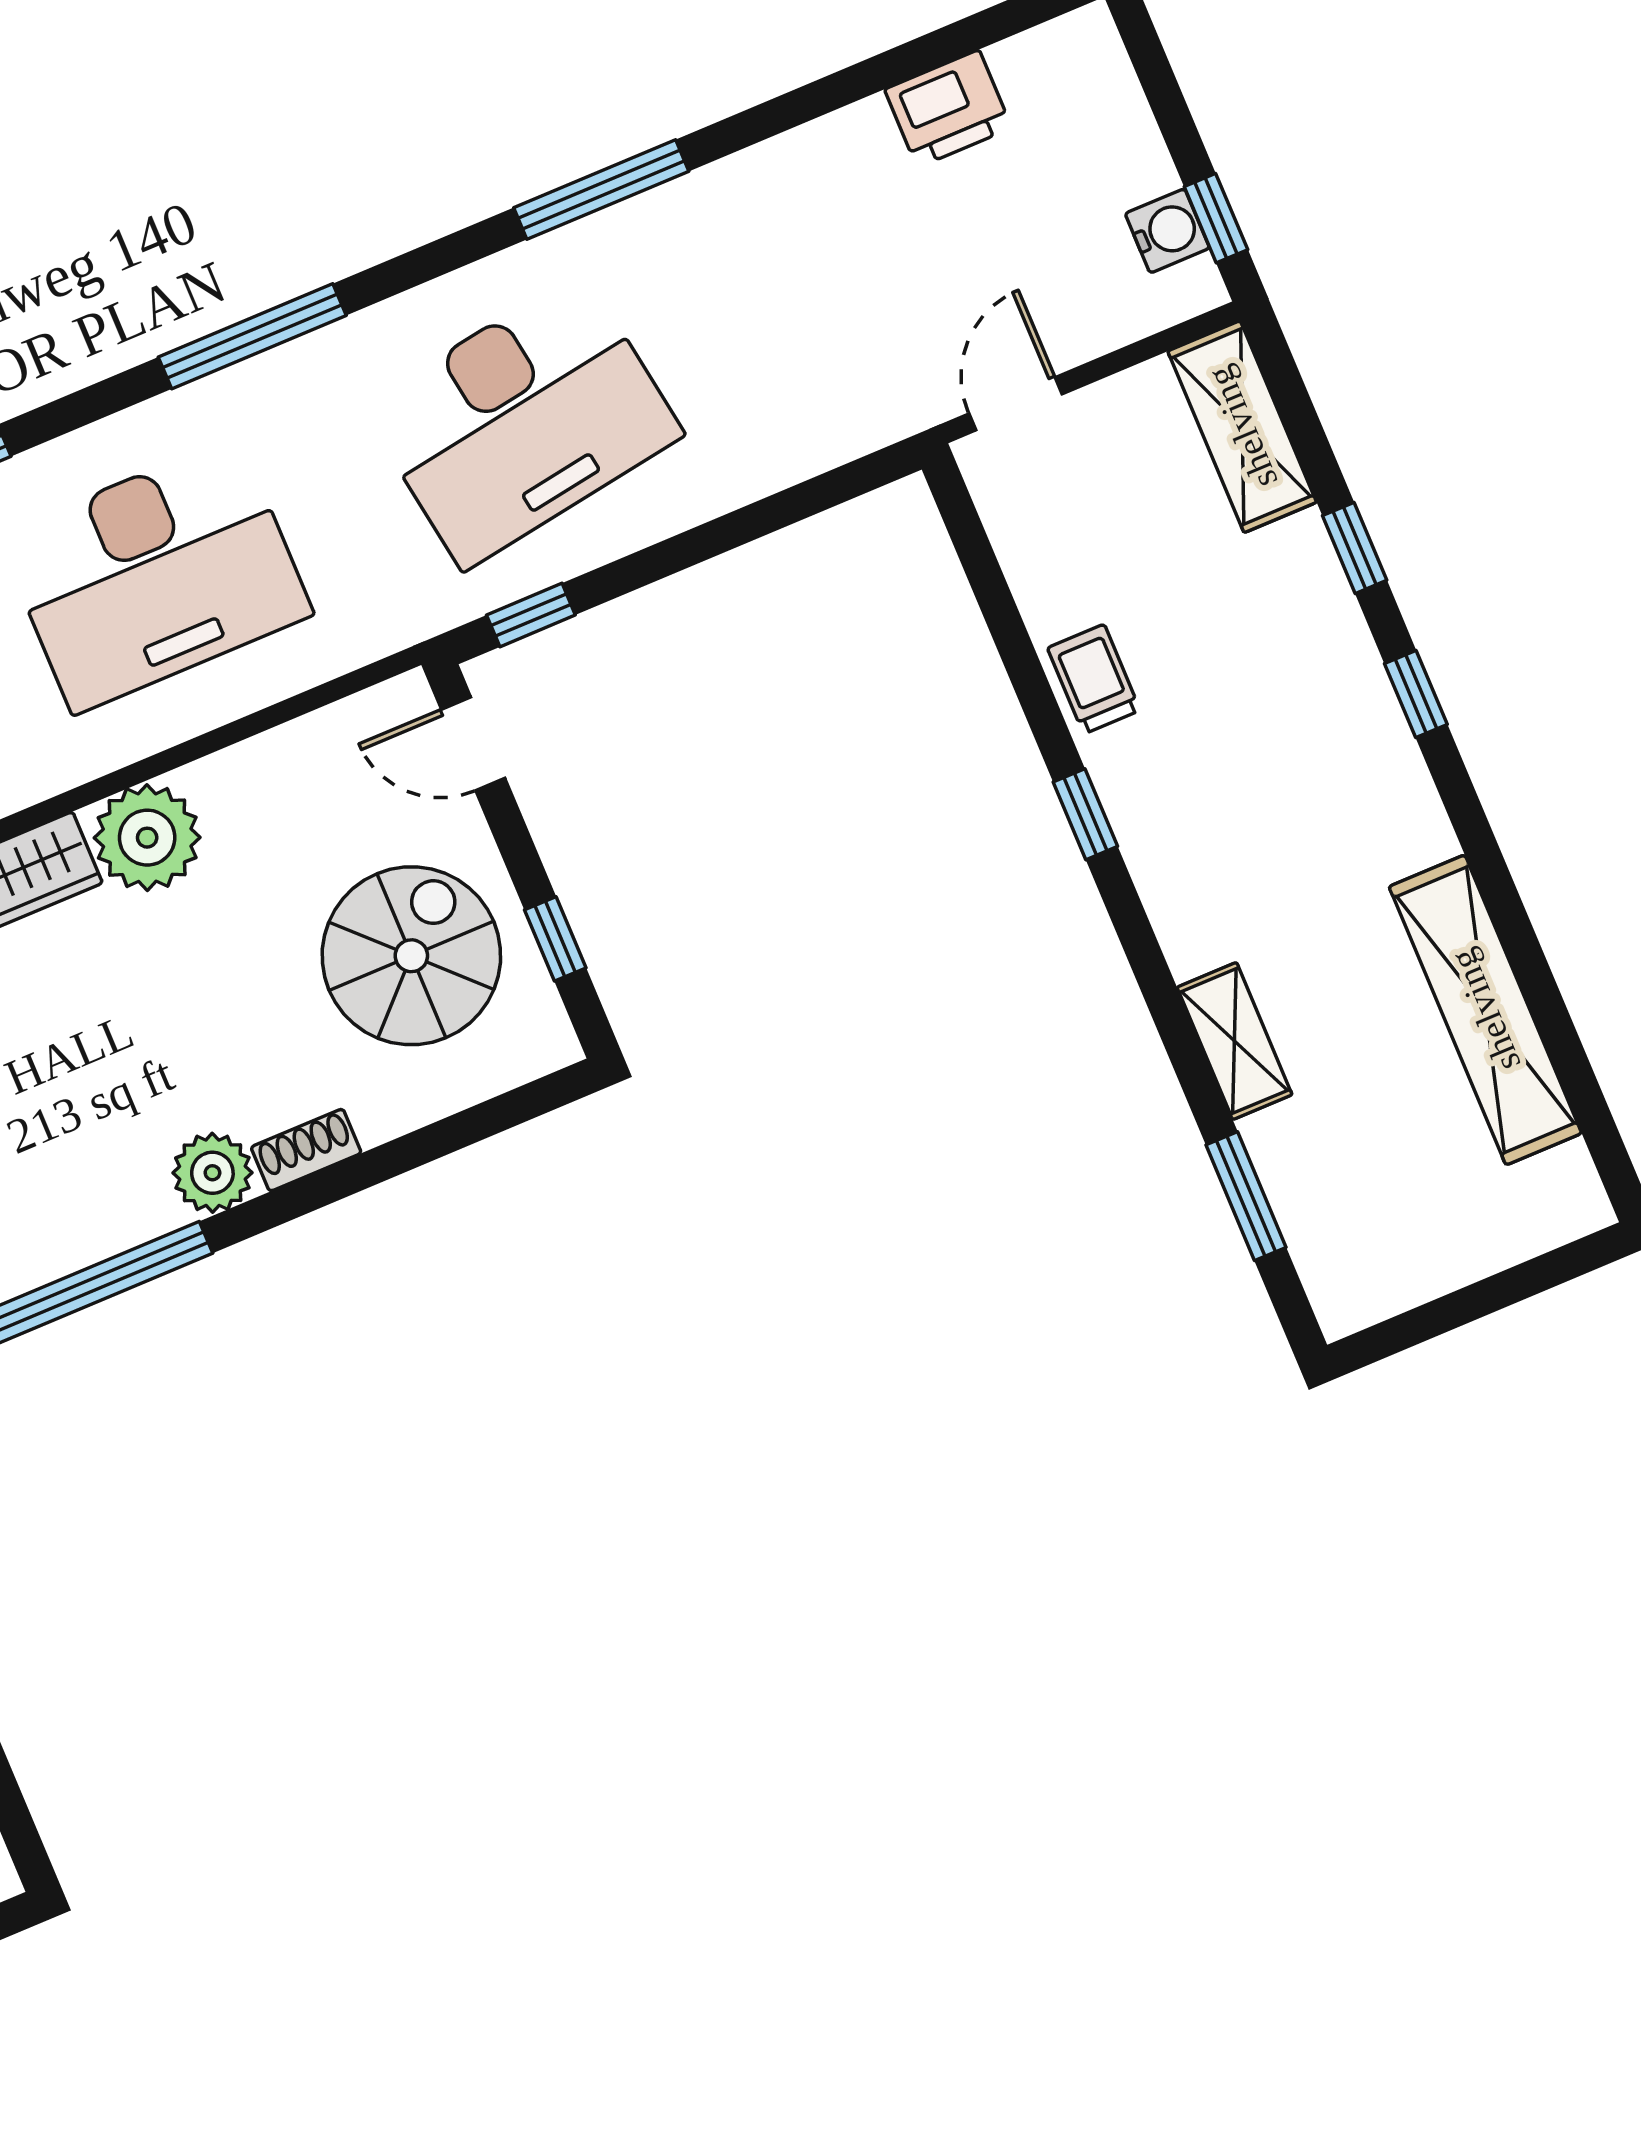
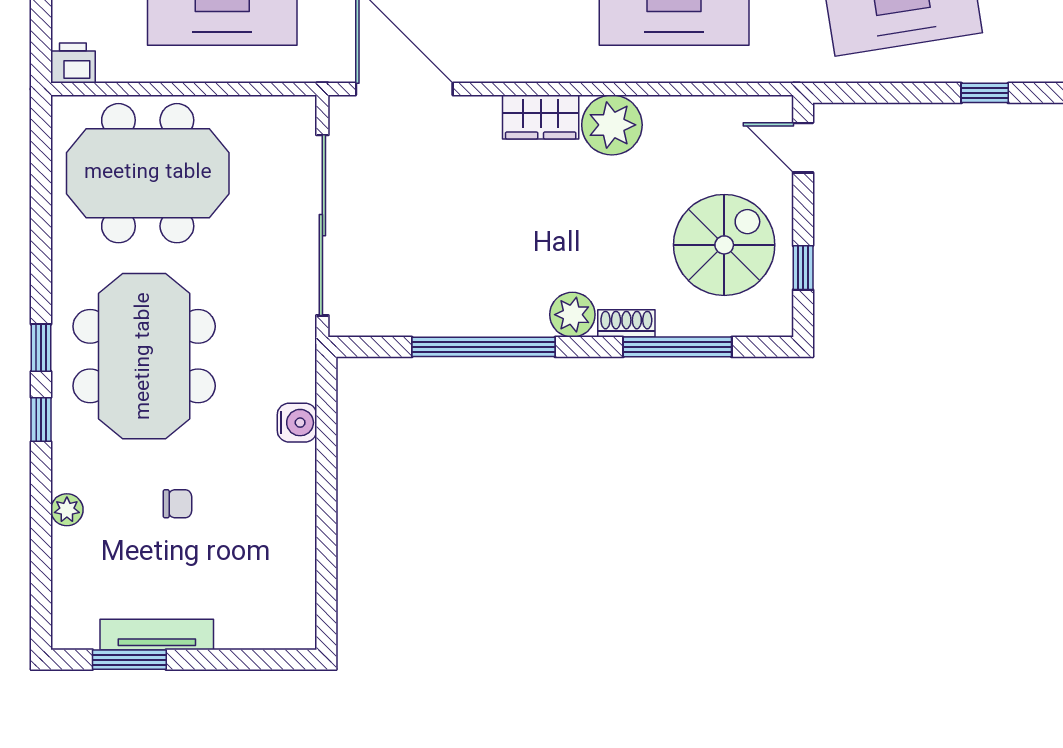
window: (531, 615) -> (985, 93), moved
window: (405, 1154) -> (677, 347), added

